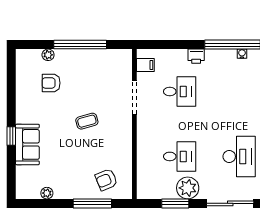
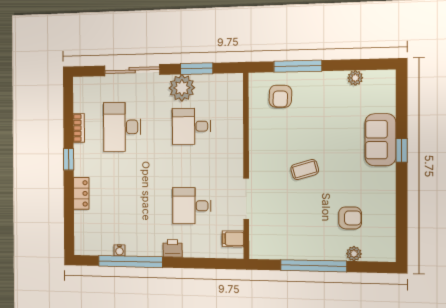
armchair: (106, 180) -> (280, 96), turned 114

